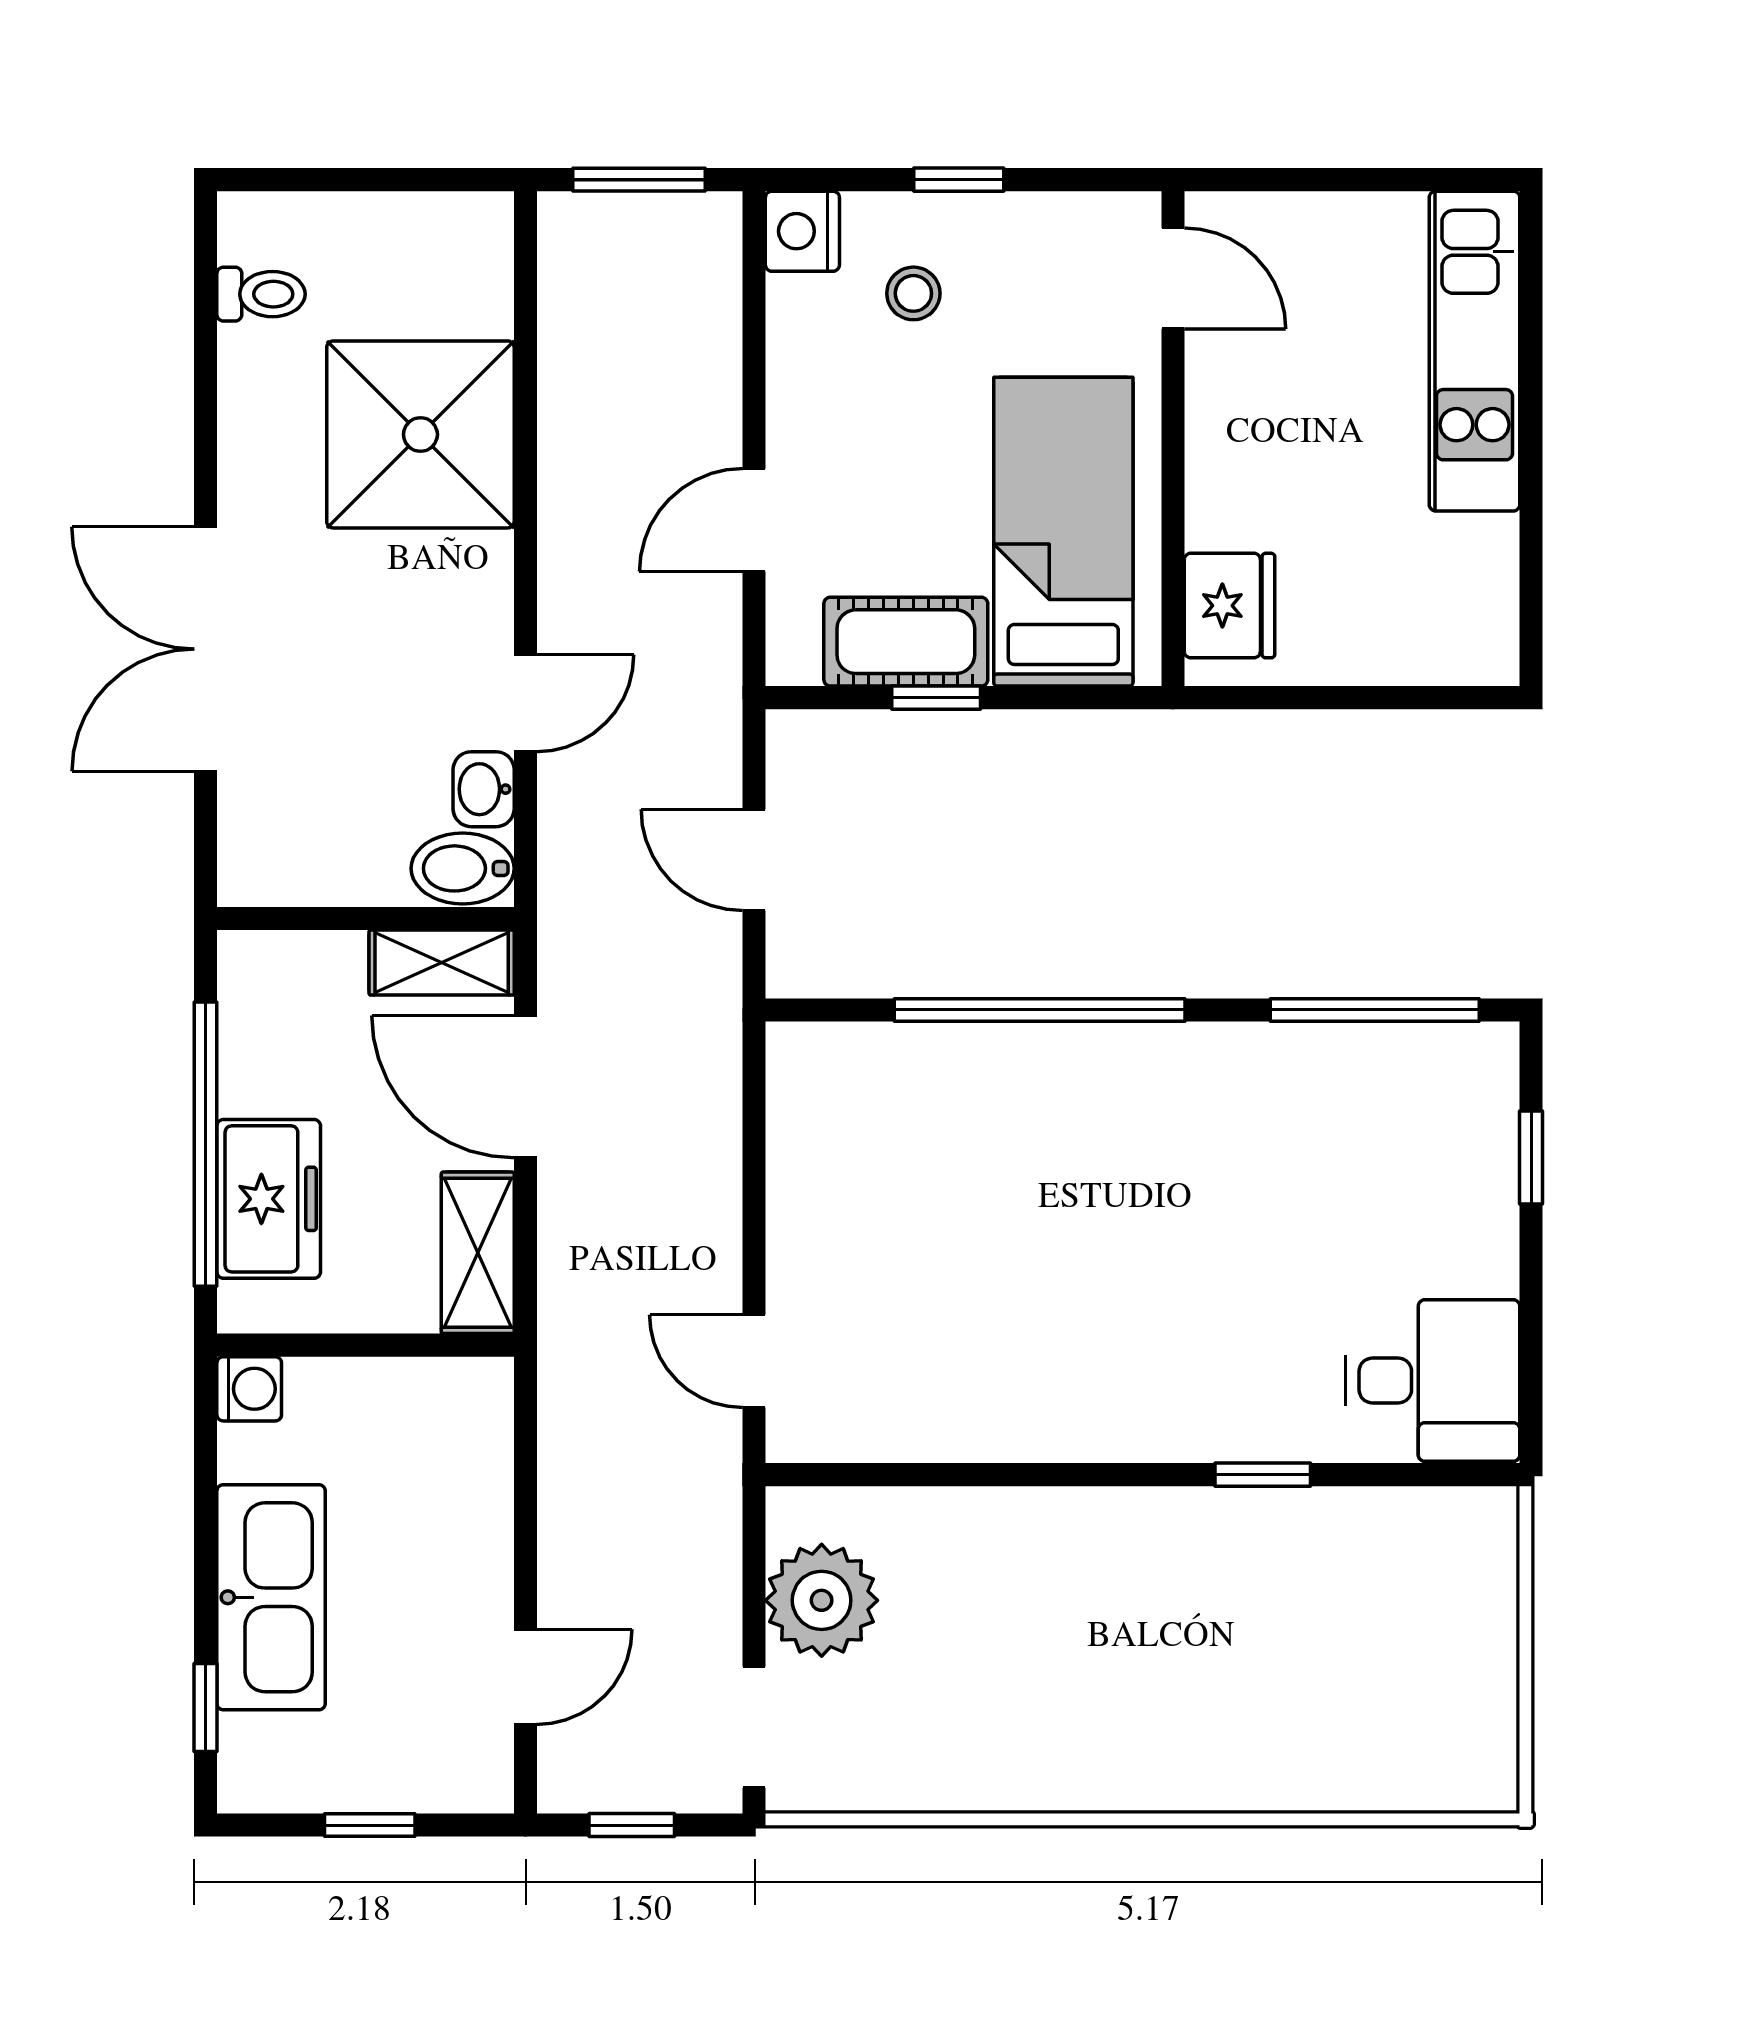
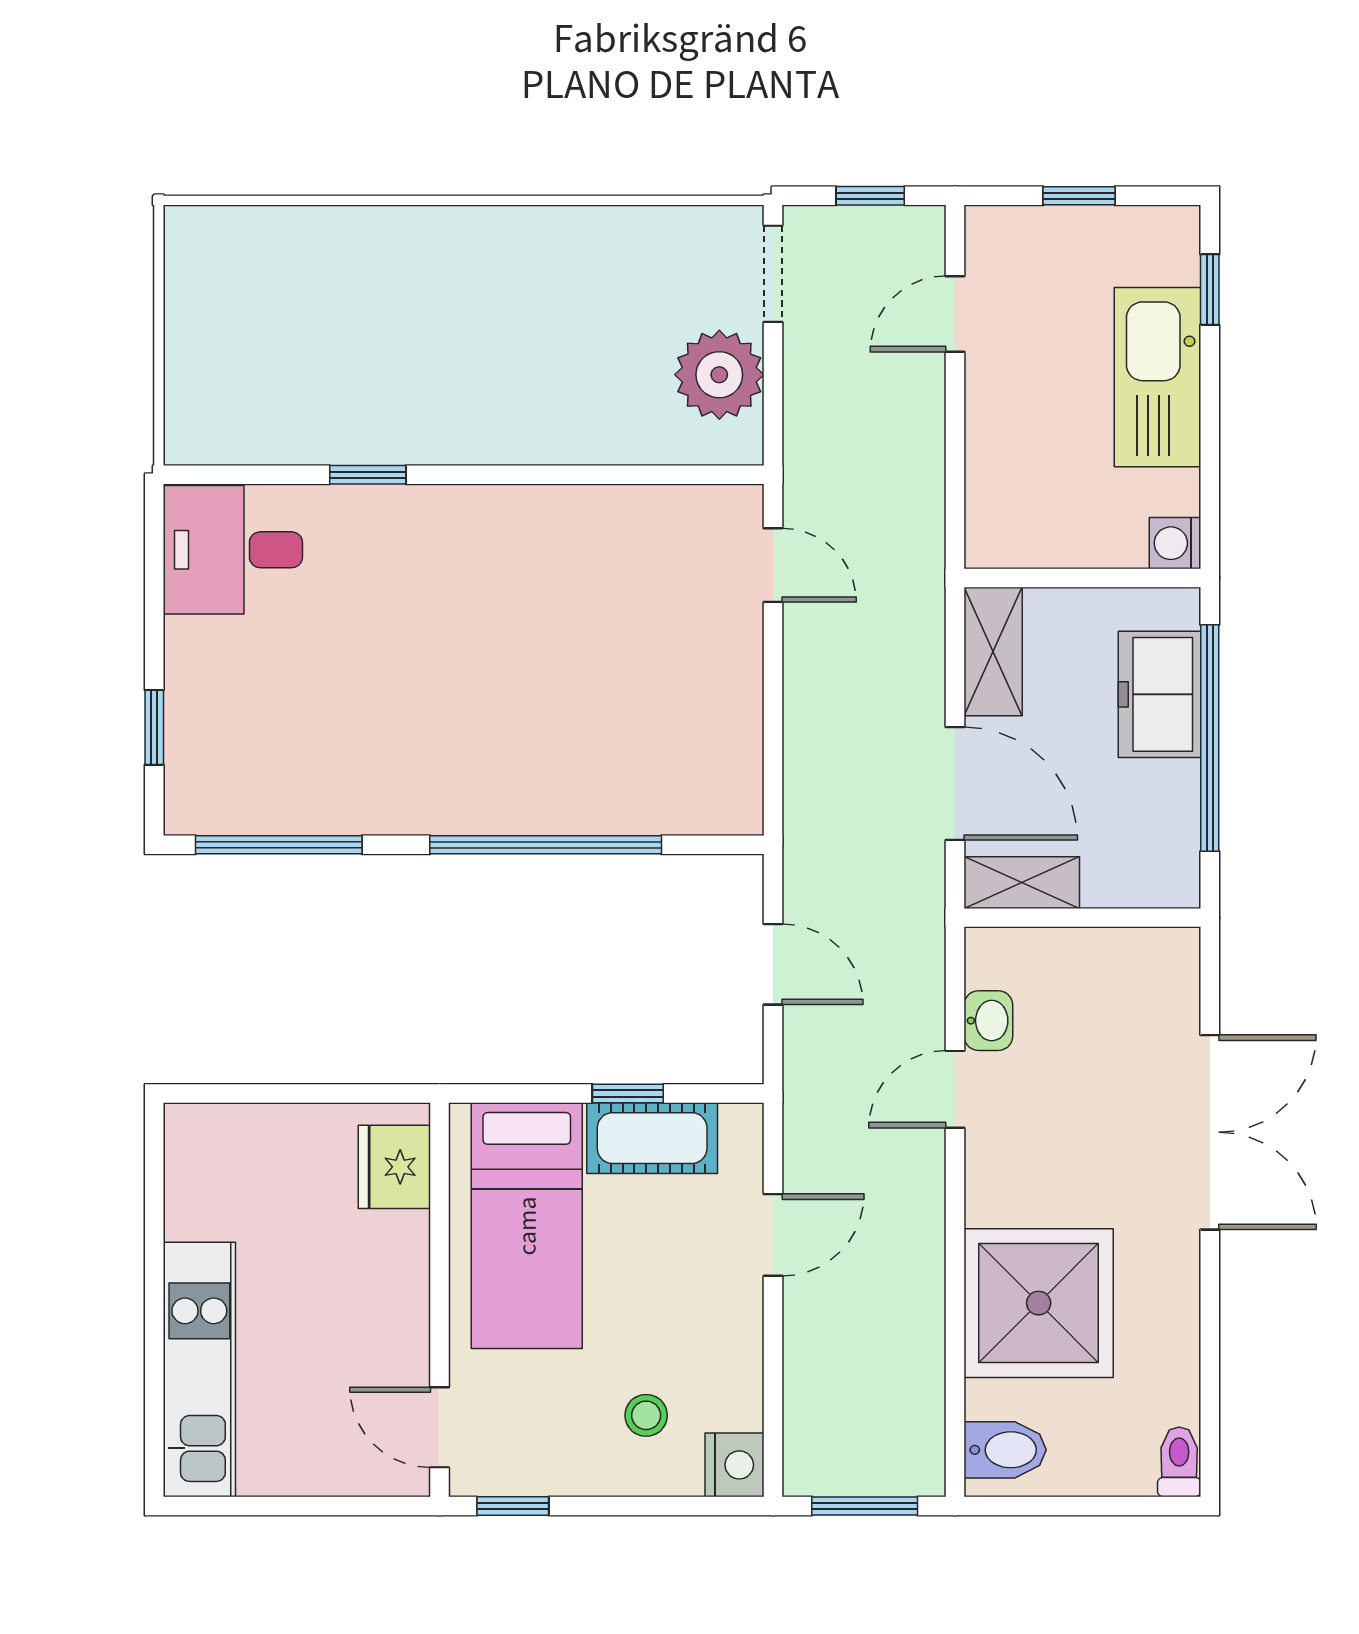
window: (959, 180) -> (513, 1506), moved
toilet: (261, 294) -> (1179, 1462), moved, turned 90
bidet: (463, 868) -> (1005, 1450), moved

